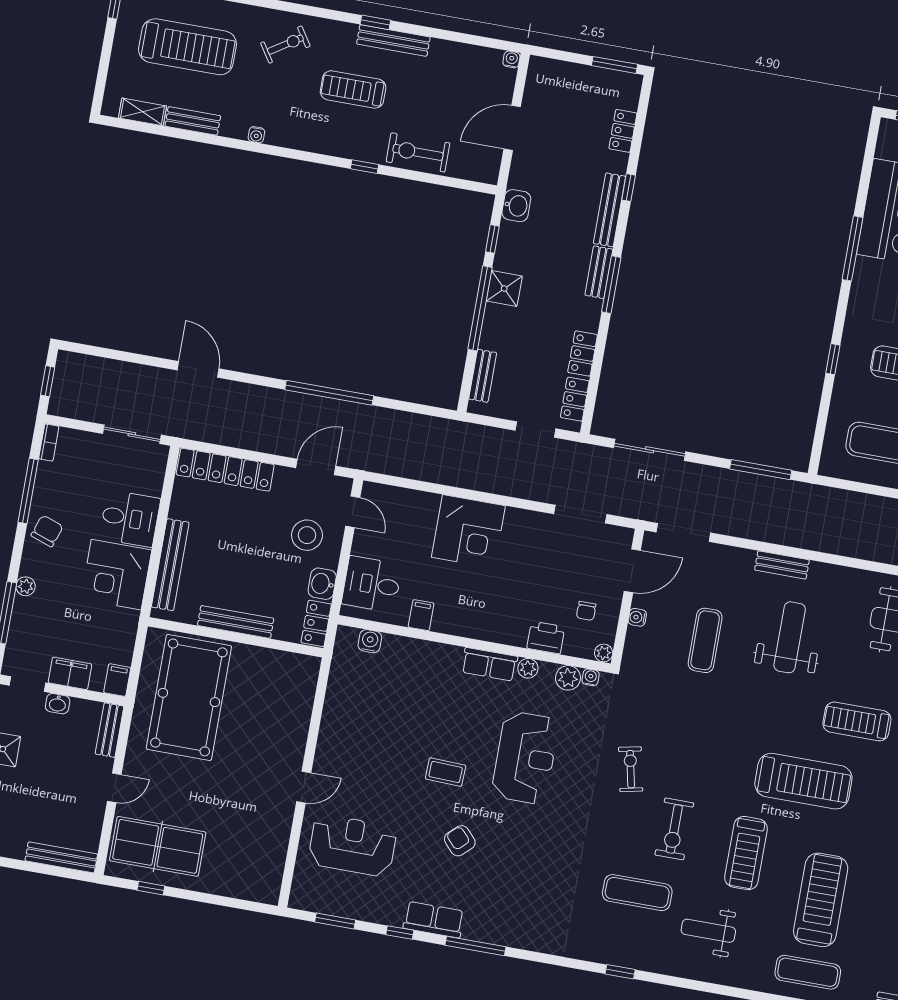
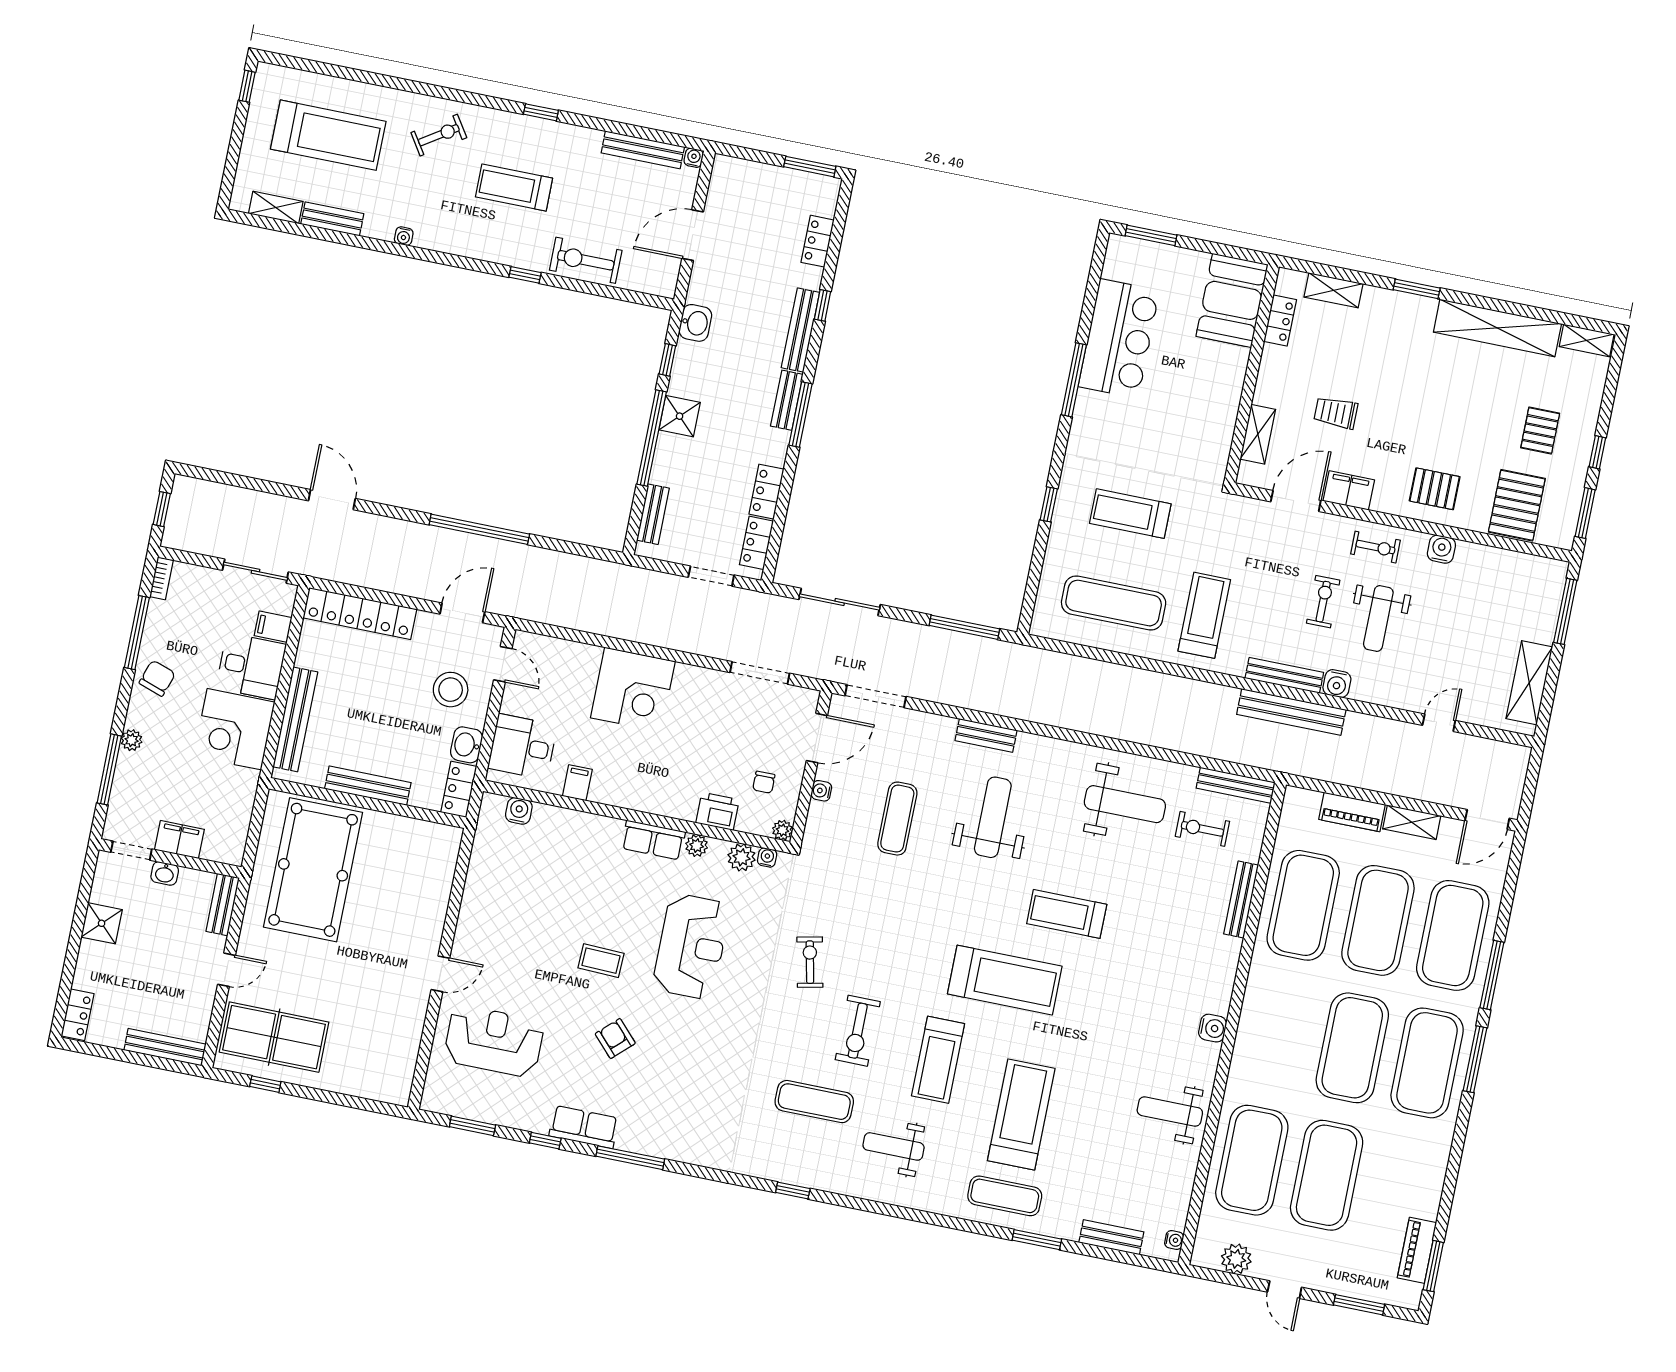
bench: (393, 40) -> (643, 150), moved
filing cabinet: (117, 680) -> (273, 627), moved, turned -90

